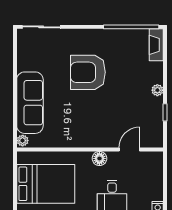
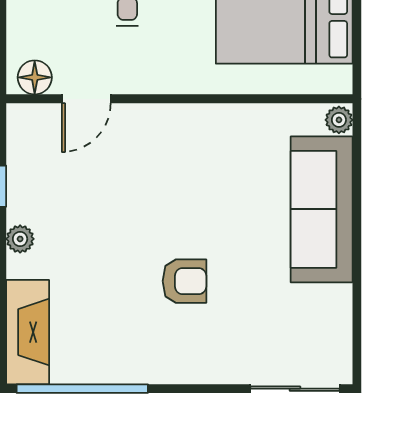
fireplace: (156, 45) -> (28, 332), width x1.37, depth x1.32
armchair: (88, 72) -> (184, 281), width x0.53, depth x0.53
floor lamp: (99, 158) -> (35, 77), moved

